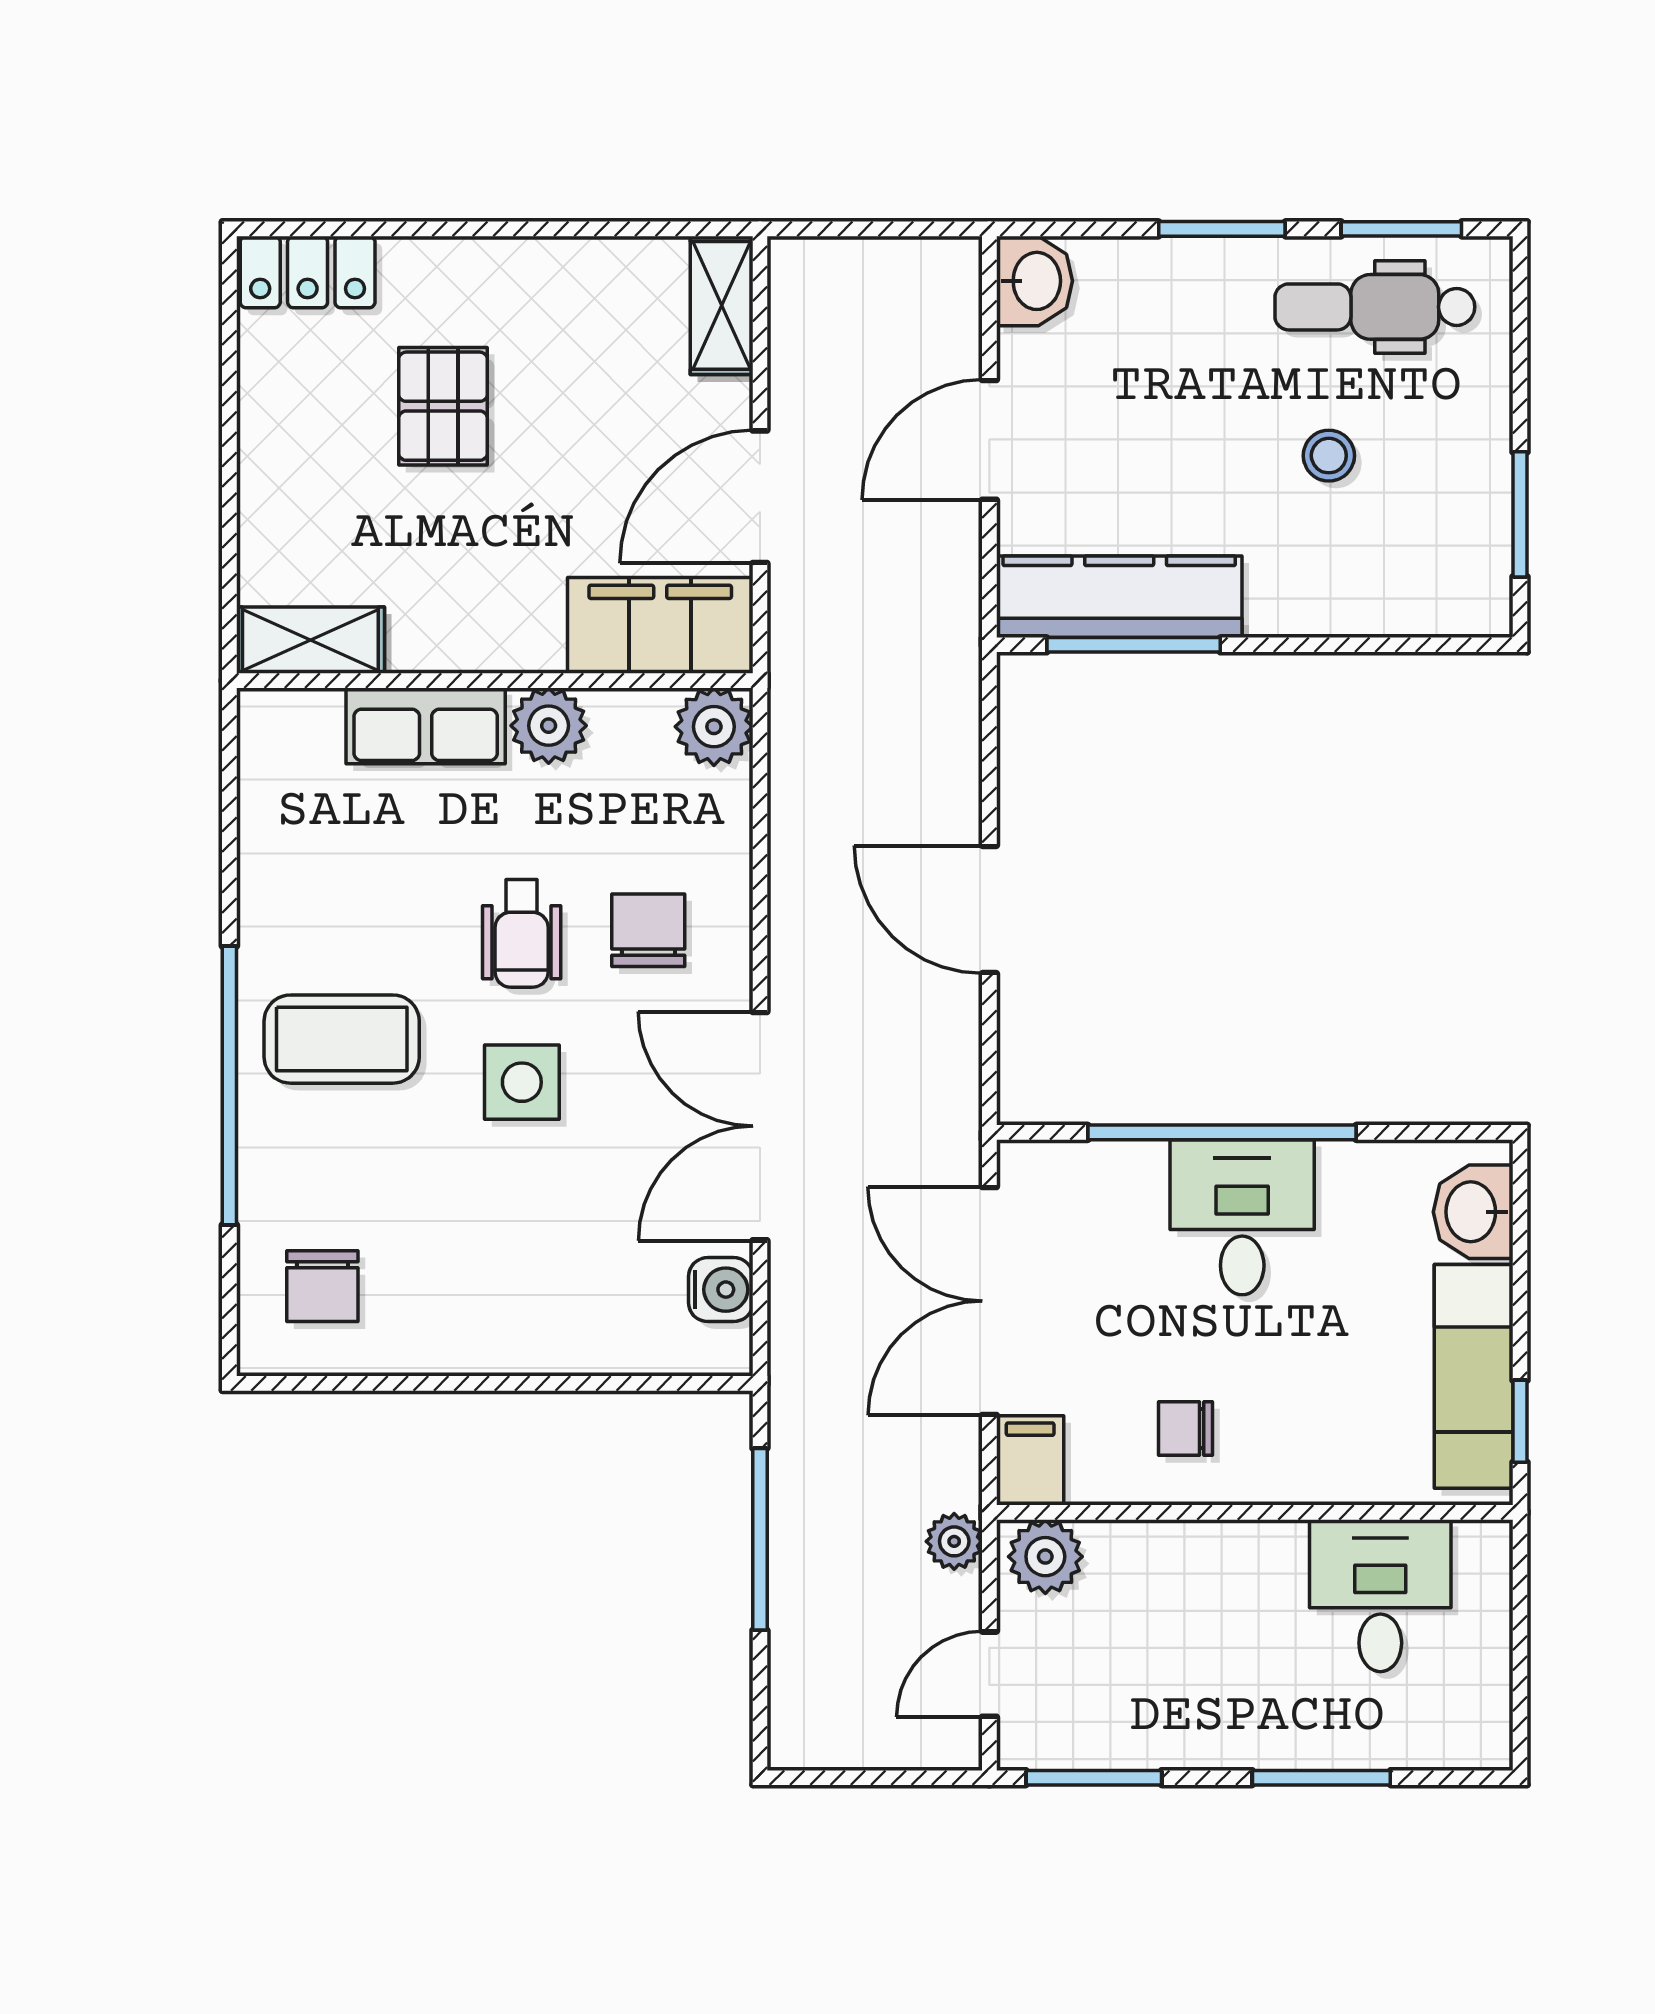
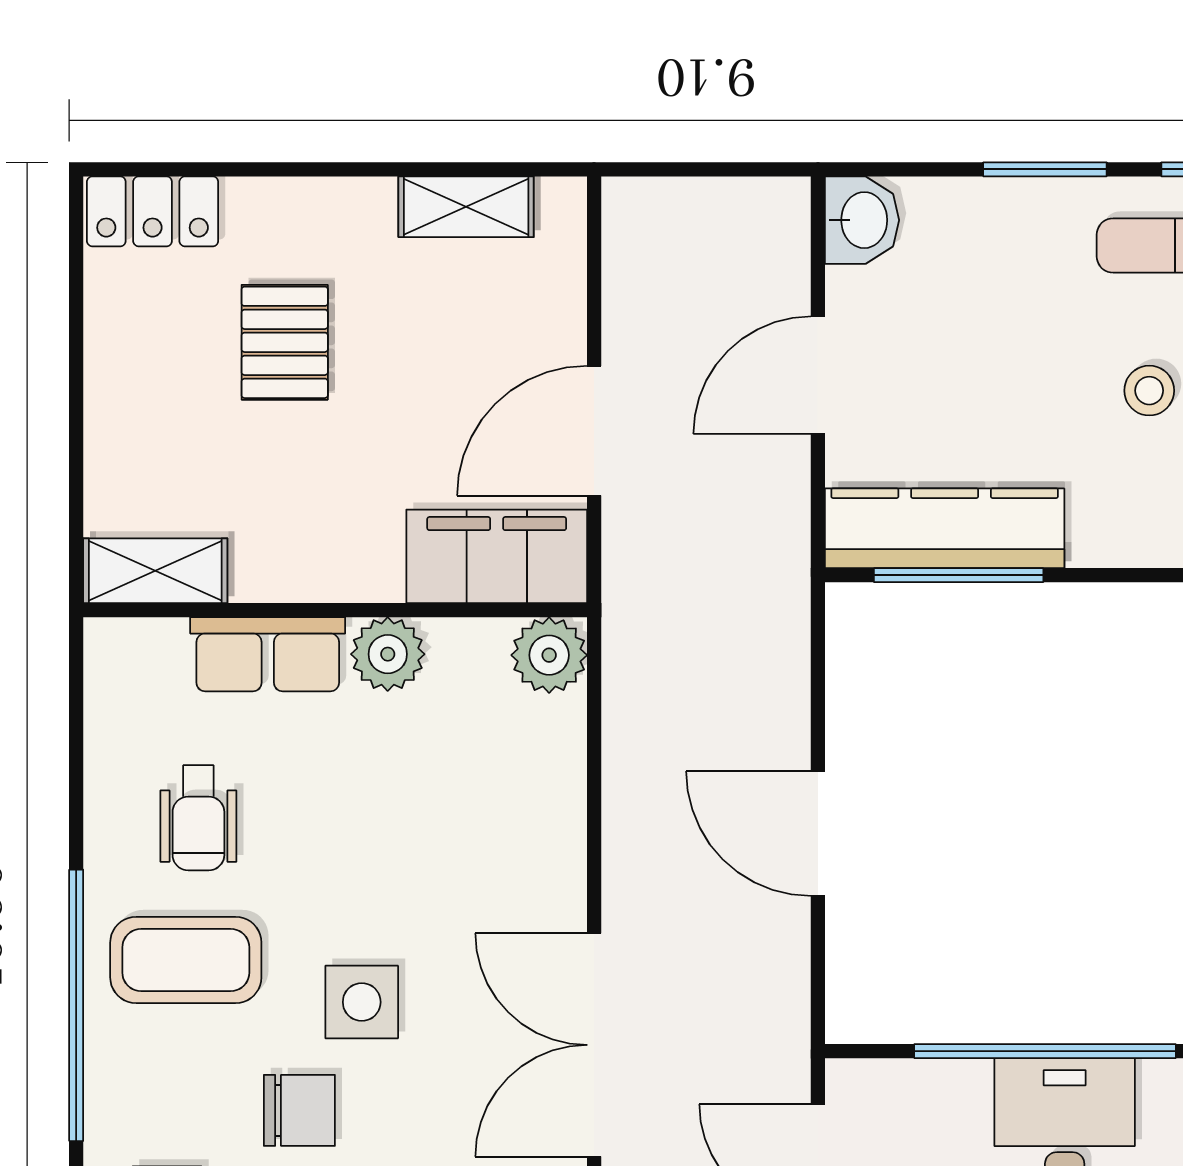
shelving: (722, 305) -> (466, 207), moved, turned 90
chair: (648, 930) -> (299, 1110), moved, turned 90
wheelchair: (522, 934) -> (198, 818), moved

